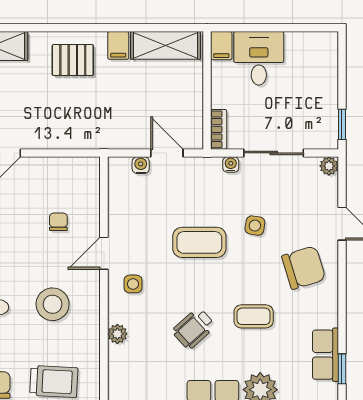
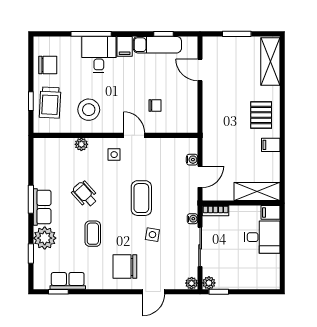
shelving: (165, 45) -> (257, 192), moved, turned 90
plant: (328, 140) -> (209, 283), added
chair: (304, 268) -> (125, 267), turned 107
stool: (53, 304) -> (89, 110), moved

